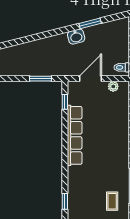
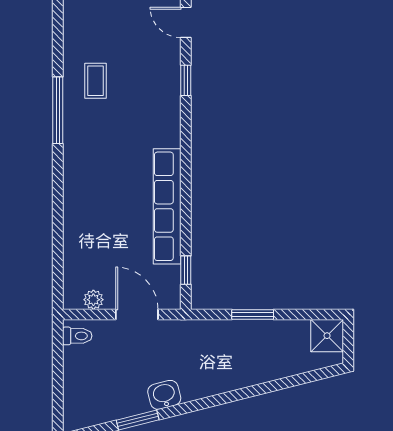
window: (40, 79) -> (253, 314), moved
door: (90, 79) -> (137, 314), swing flipped

